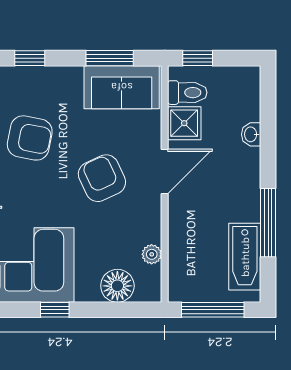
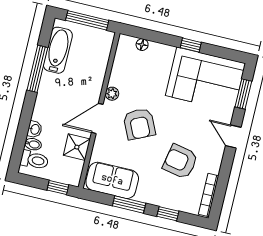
window: (110, 58) -> (129, 205), moved
toilet: (187, 93) -> (34, 160), moved, turned 180
bidet: (248, 112) -> (33, 144), added
plant: (152, 254) -> (112, 94), moved
floor lamp: (117, 286) -> (142, 45), width x0.53, depth x0.53

